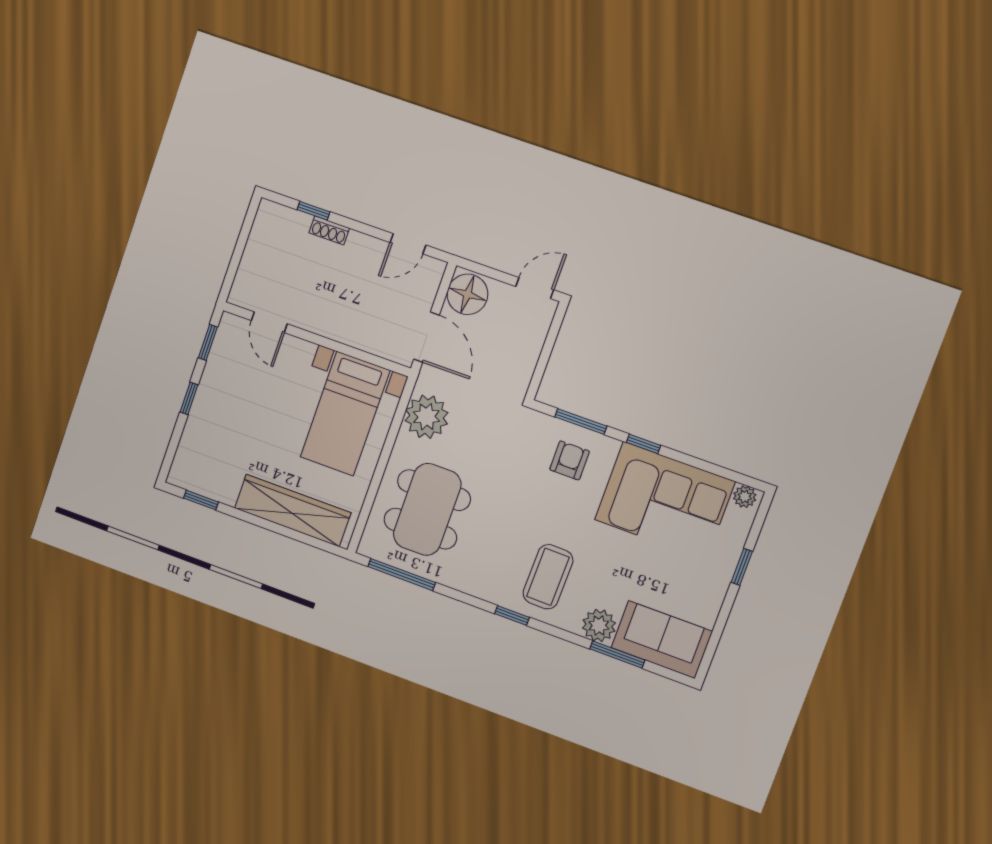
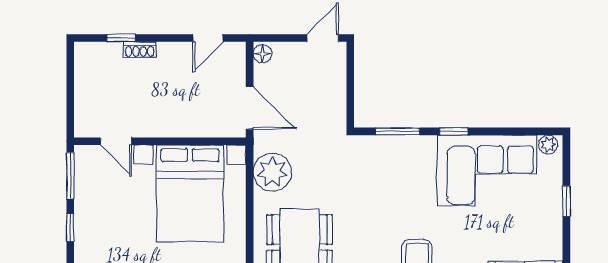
floor lamp: (467, 294) -> (262, 54), width x0.53, depth x0.53
window: (208, 342) -> (70, 176), width x1.50
bed with nightstands: (345, 414) -> (190, 194), width x1.36
armchair: (570, 460) -> (400, 166), removed

